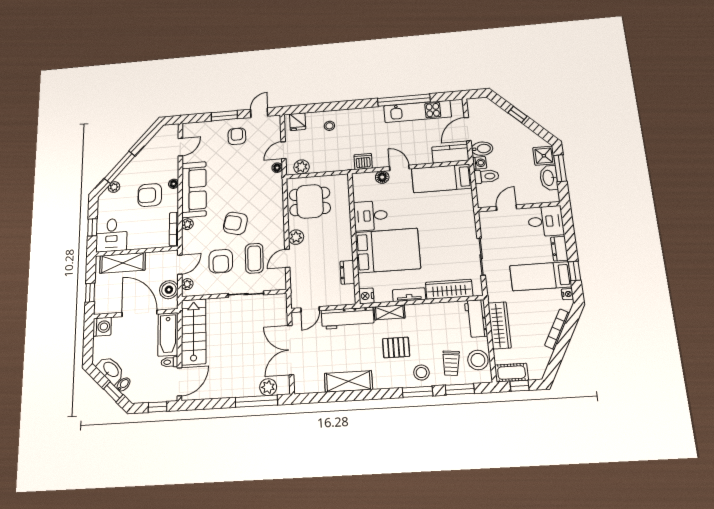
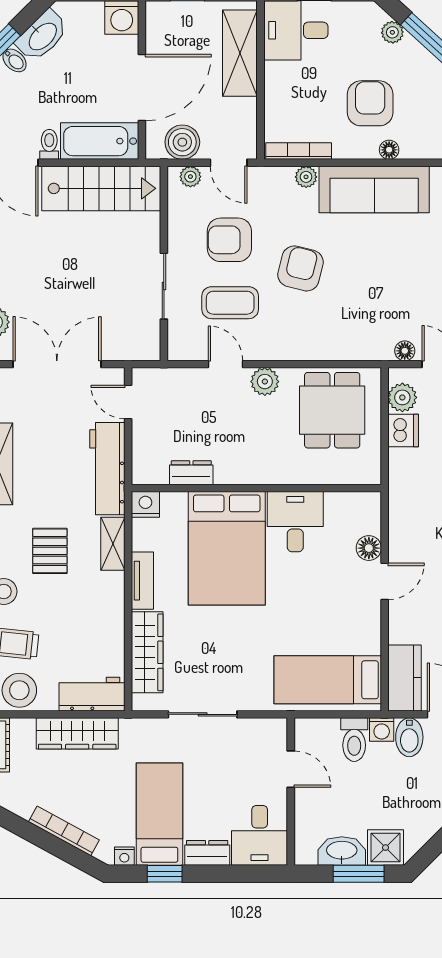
dishwasher: (363, 161) -> (403, 430), moved
bed: (442, 178) -> (328, 680), moved, turned -90

